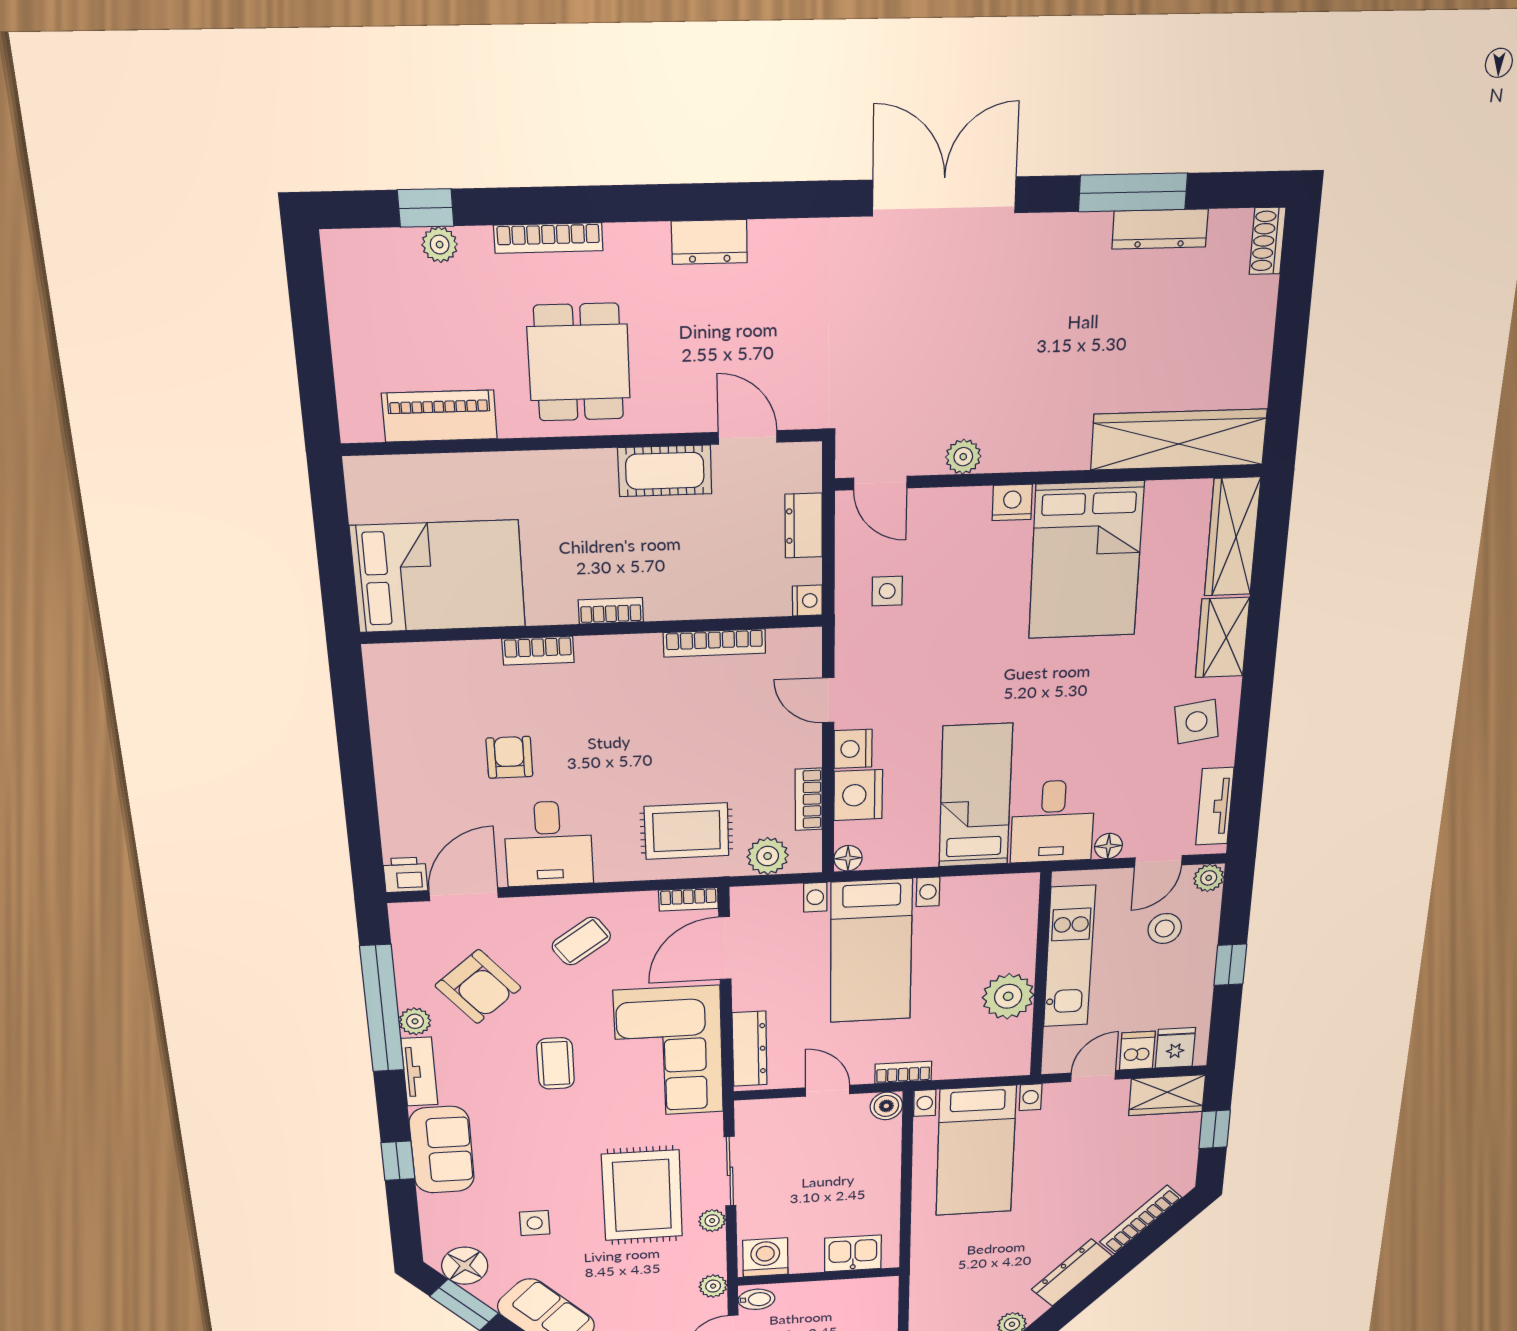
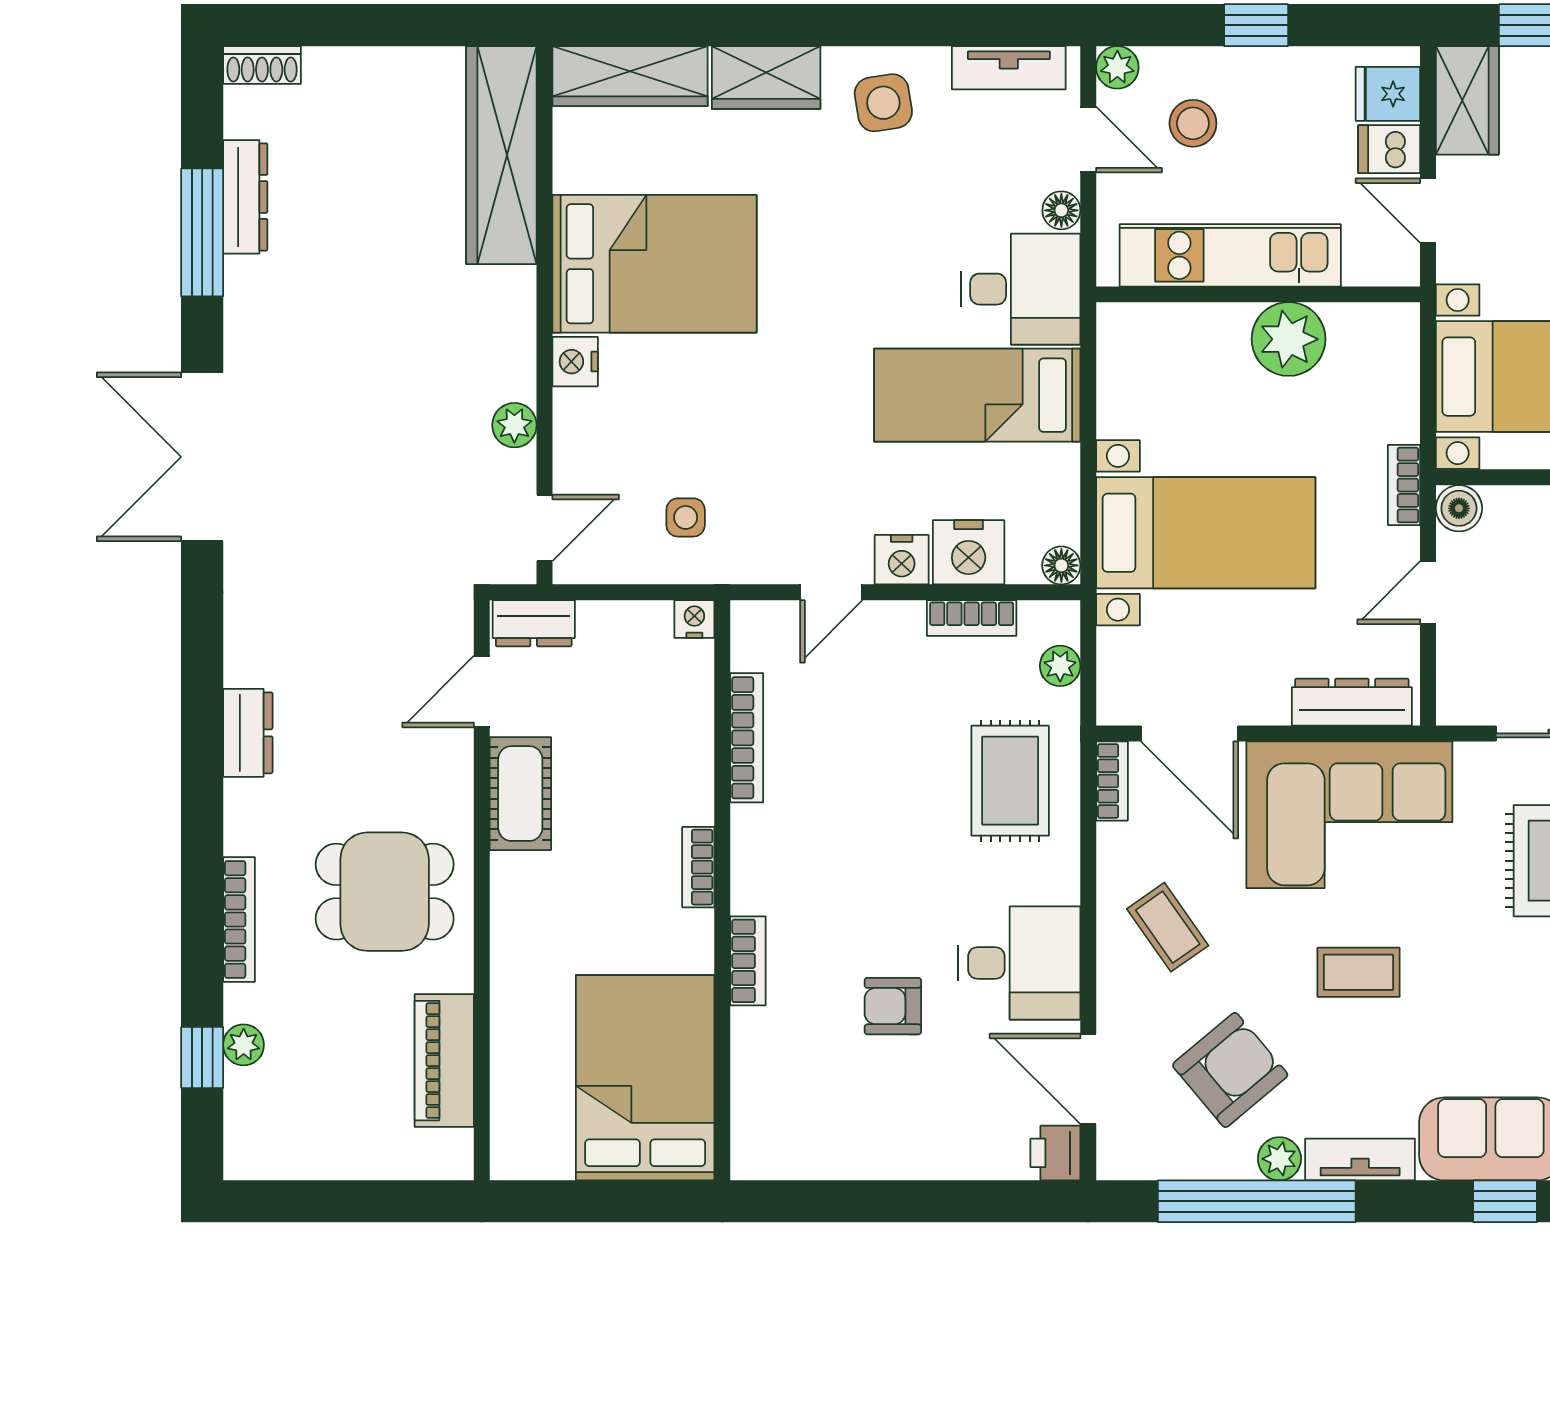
dresser: (804, 526) -> (534, 623), moved
plant: (768, 856) -> (1060, 666), width x0.73, depth x0.73

